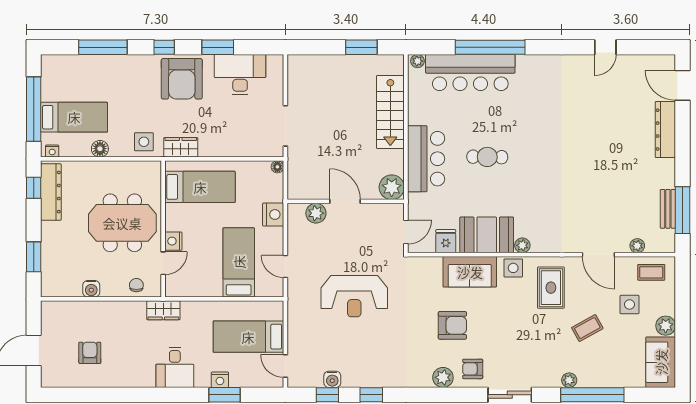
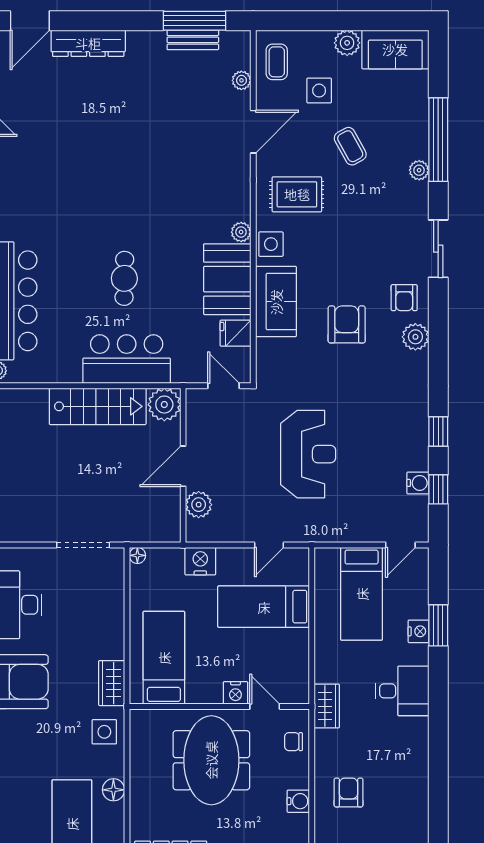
stairs: (390, 112) -> (98, 406), moved
armchair: (90, 353) -> (349, 792), moved, turned 90

